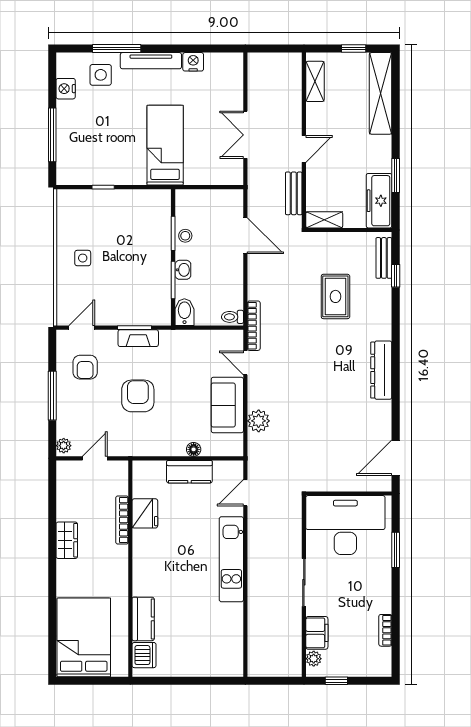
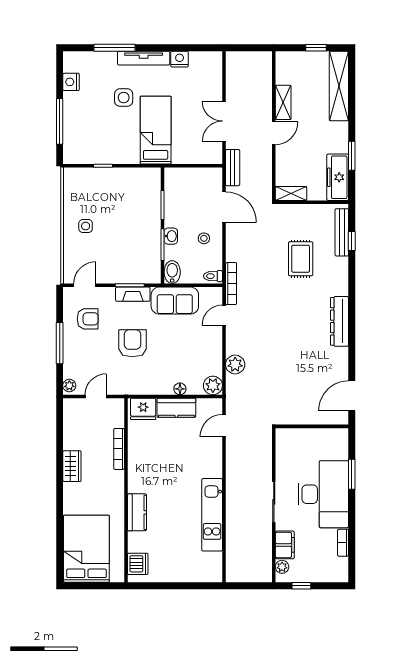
side table: (101, 75) -> (124, 98), moved
shelving: (315, 81) -> (283, 102), moved
bench: (294, 193) -> (233, 168), moved
stool: (185, 236) -> (204, 238), moved
bench: (384, 258) -> (342, 232), width x1.36
door: (245, 363) -> (224, 315), hinge flipped
armchair: (85, 367) -> (88, 319), turned -90
sofa: (227, 405) -> (175, 301), moved, turned -90
plant: (232, 445) -> (213, 385), added
fridge: (145, 513) -> (143, 409), moved, turned 90
desk: (345, 525) -> (323, 494), moved, turned 90
kitchen unit: (231, 559) -> (212, 515), moved
kitchen counter: (143, 619) -> (137, 512), moved

